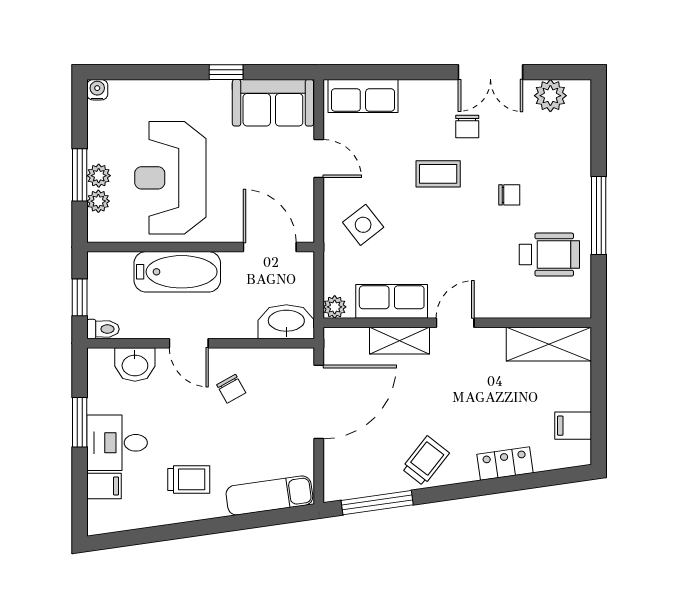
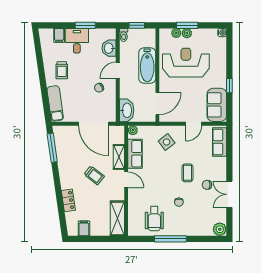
plant: (550, 96) -> (220, 229), moved
trolley: (425, 461) -> (94, 175), moved

